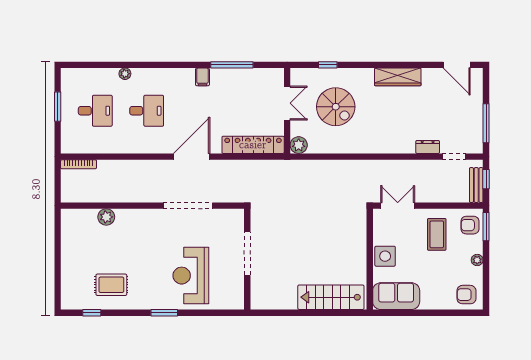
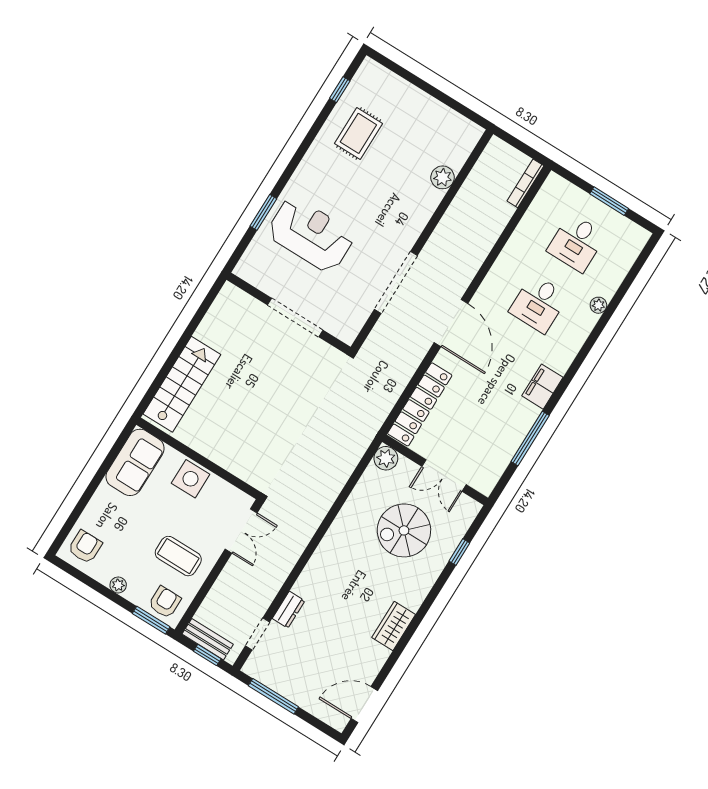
filing cabinet: (202, 77) -> (542, 387), width x2.00
wardrobe: (398, 77) -> (394, 626), width x0.67
window: (164, 313) -> (263, 212), moved

